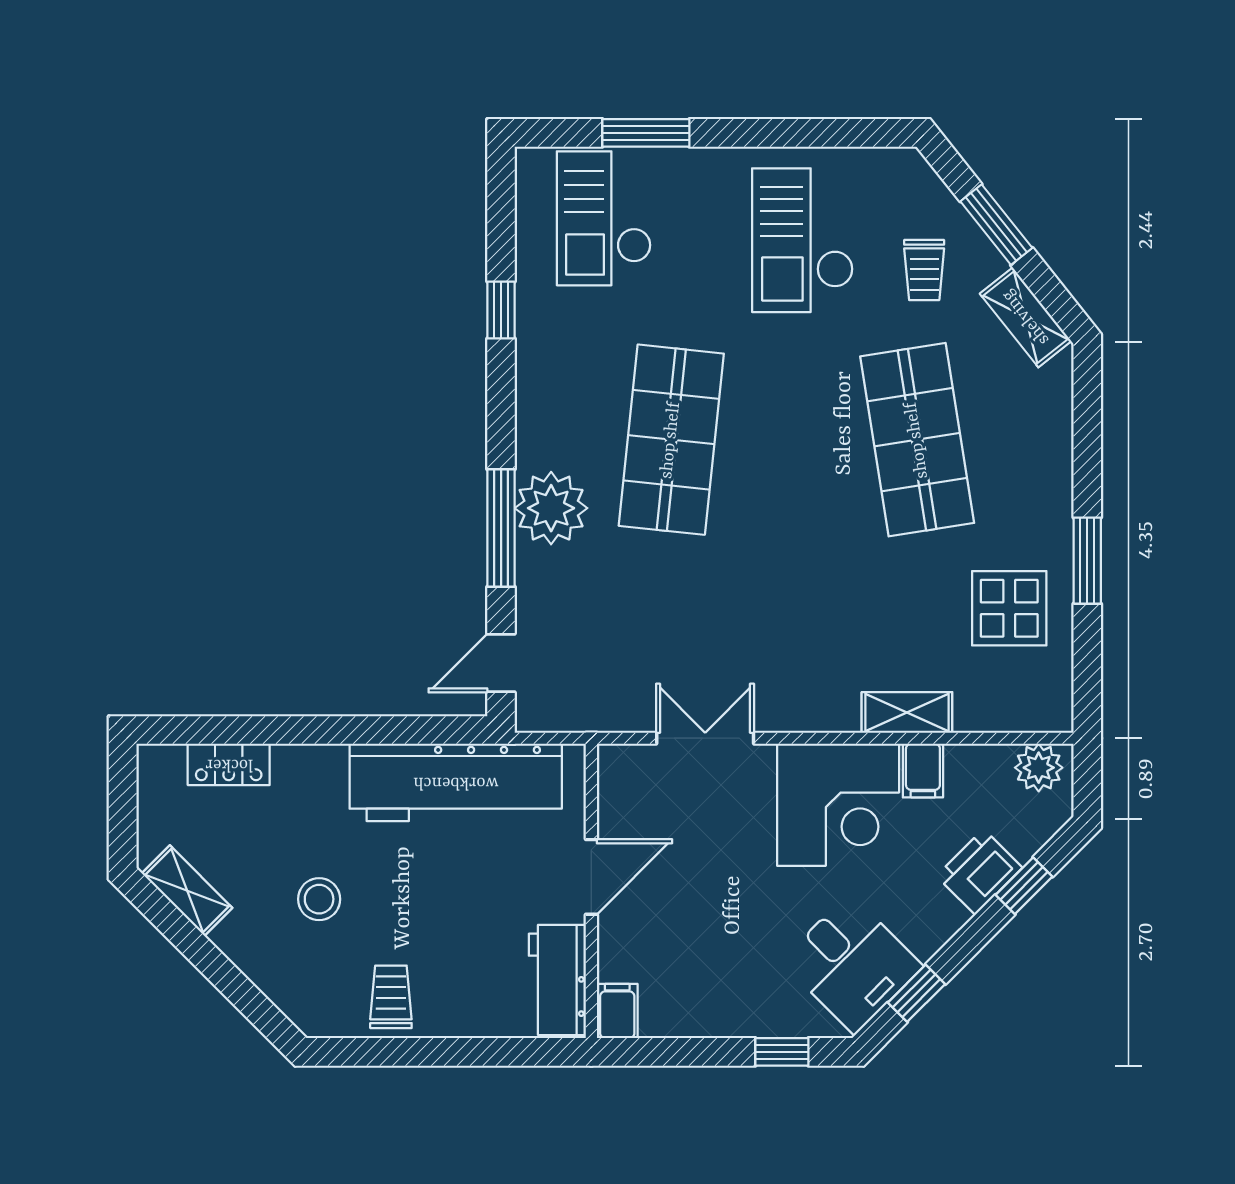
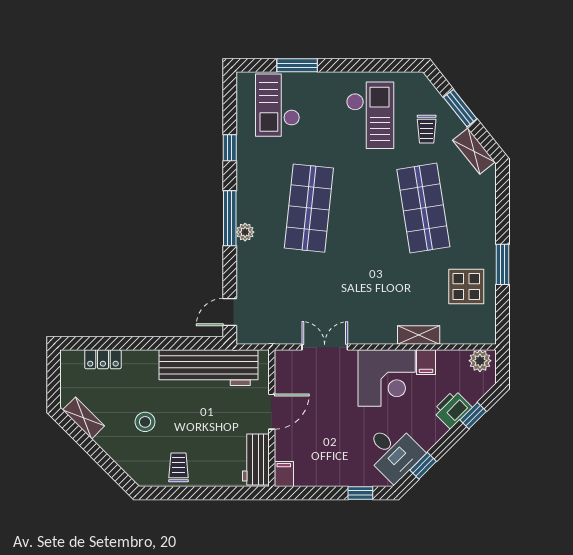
checkout: (803, 240) -> (370, 115), turned 180
plant: (551, 508) -> (245, 232), width x0.53, depth x0.53
window: (501, 528) -> (230, 218), moved

